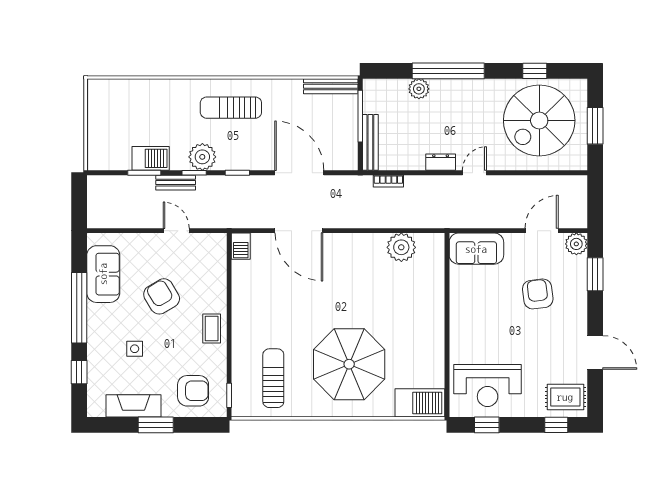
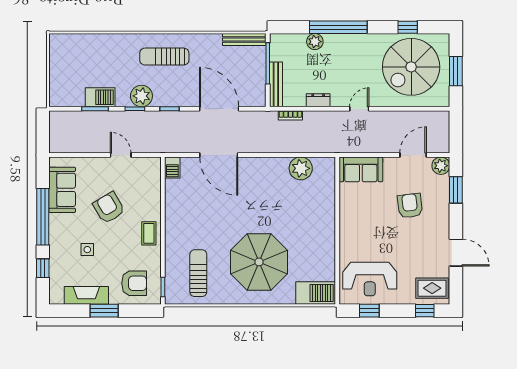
dresser: (441, 162) -> (318, 100), moved
bench: (176, 183) -> (120, 117), removed

